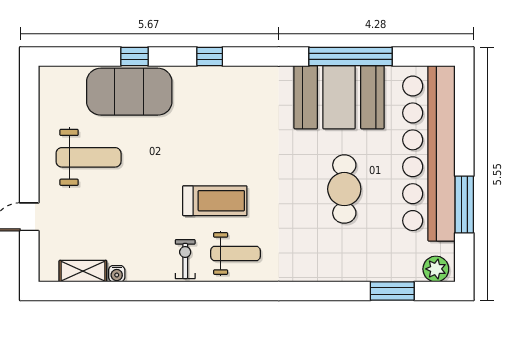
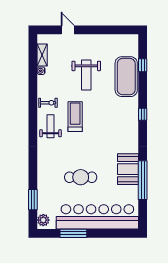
window: (135, 56) -> (143, 65), moved
booth: (339, 97) -> (128, 169), width x0.73, depth x0.70
weight bench: (89, 157) -> (86, 75), moved
treadmill: (215, 201) -> (75, 117), turned 180
weight bench: (235, 253) -> (51, 126), turned 180

